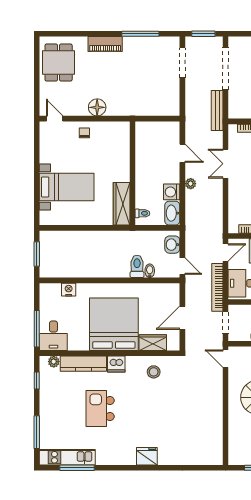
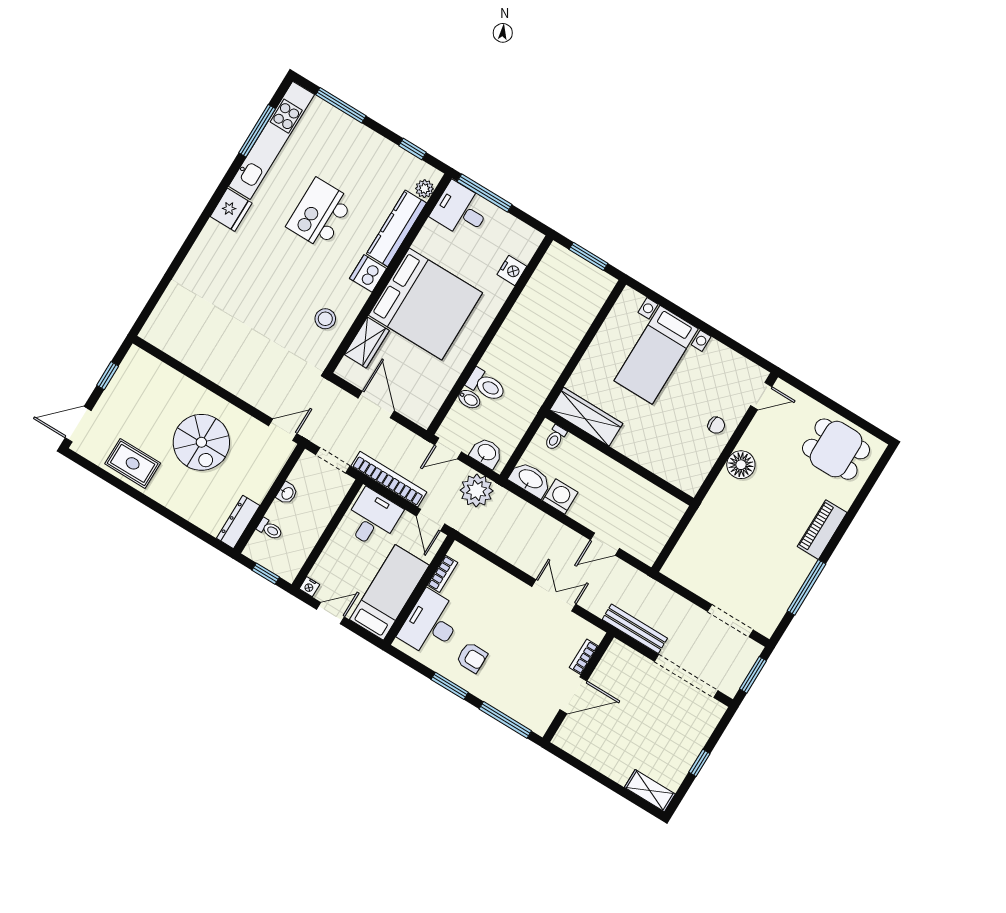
plant: (191, 184) -> (477, 491), moved, width x1.88, depth x1.88
kitchen island: (100, 408) -> (320, 213), turned -90
fridge: (147, 456) -> (231, 210), moved
kitchen unit: (67, 457) -> (271, 140), width x1.36

